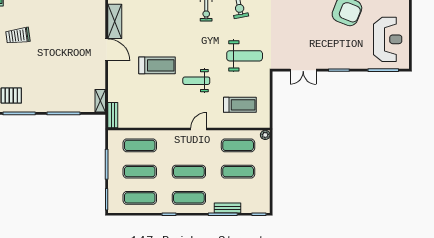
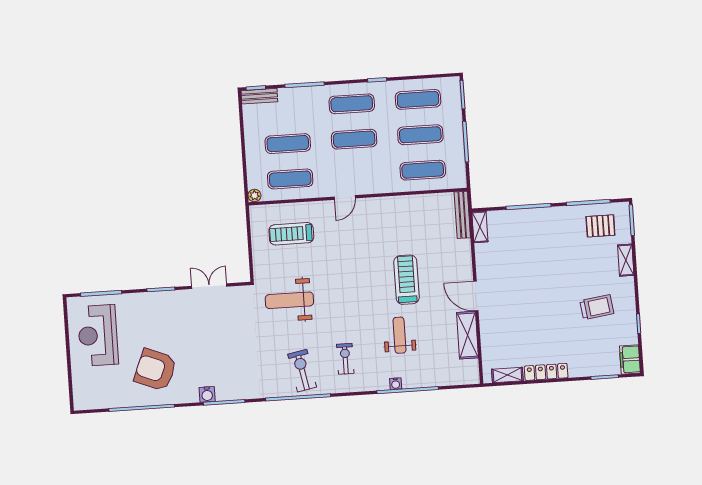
treadmill: (157, 65) -> (406, 280), turned 90
weight bench: (196, 81) -> (400, 335), moved, turned -90
bench: (113, 115) -> (462, 215), width x1.36
bench: (227, 208) -> (259, 96), moved

